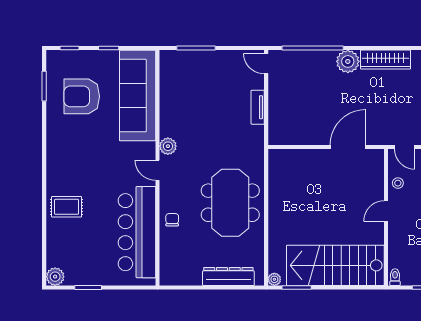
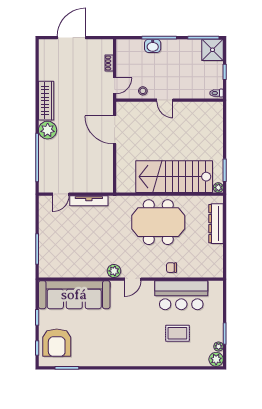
door: (266, 64) -> (61, 194), moved
armchair: (82, 96) -> (57, 343), moved
tv unit: (258, 107) -> (89, 201), width x1.41
rug: (67, 207) -> (177, 333), moved, turned 90
bar counter: (137, 232) -> (181, 295), width x0.73
stairs: (335, 265) -> (174, 177), moved, turned 90
plant: (71, 280) -> (219, 347), added

